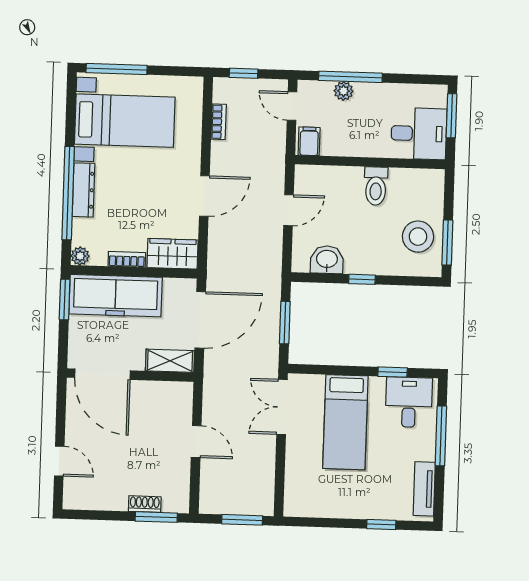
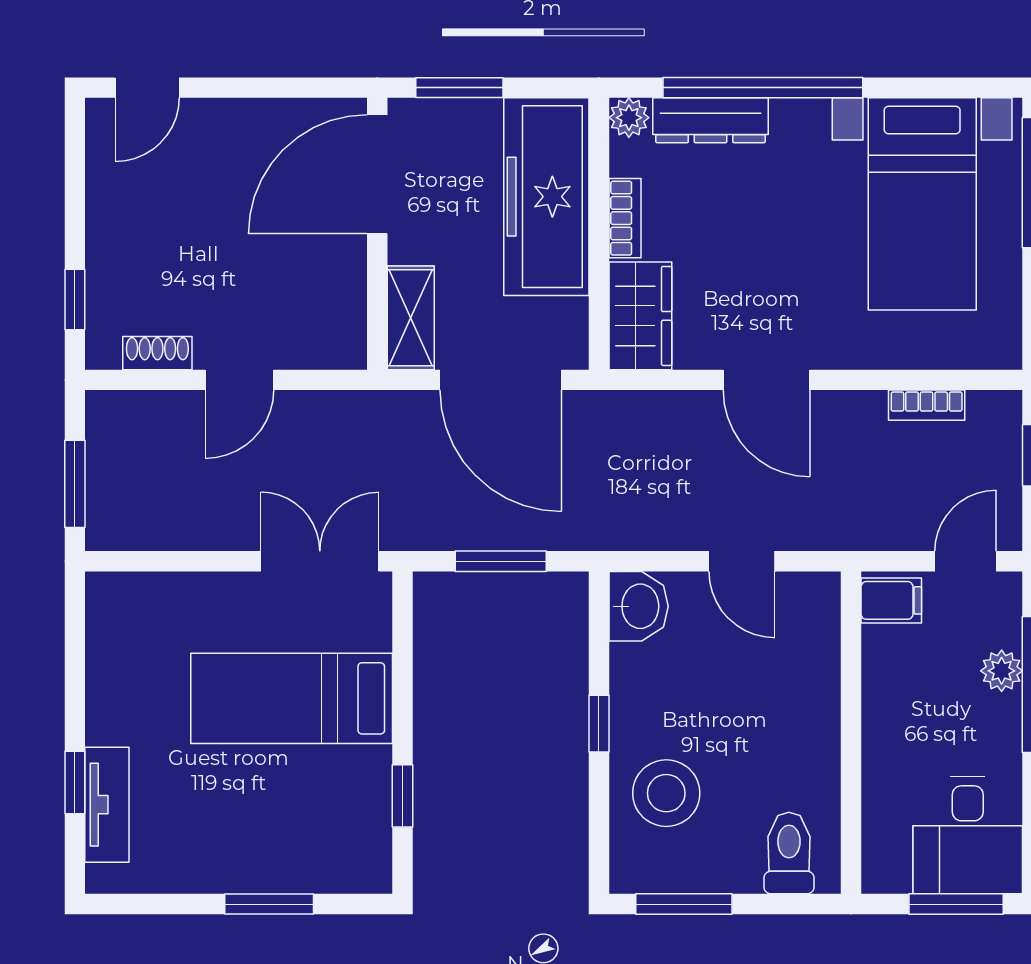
desk: (419, 134) -> (968, 835), moved
toilet: (376, 186) -> (789, 853), moved, turned 90
dresser: (83, 190) -> (711, 120), moved
stool: (418, 237) -> (666, 793), moved
washbasin: (327, 260) -> (639, 606), moved
window: (65, 299) -> (459, 88), moved
desk: (409, 402) -> (339, 833), removed
window: (441, 436) -> (269, 904), width x0.69
door: (59, 461) -> (147, 88), moved
tv unit: (424, 489) -> (107, 805), moved, turned 90
shoe rack: (145, 504) -> (157, 353), moved, turned -90
window: (156, 517) -> (75, 300), width x0.67

